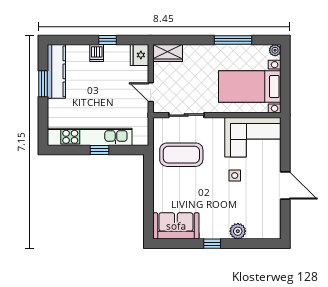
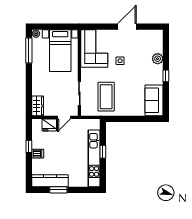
window: (233, 40) -> (29, 51), moved
fridge: (139, 55) -> (49, 125), moved

